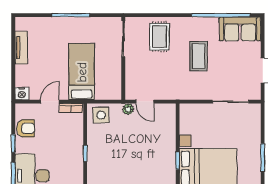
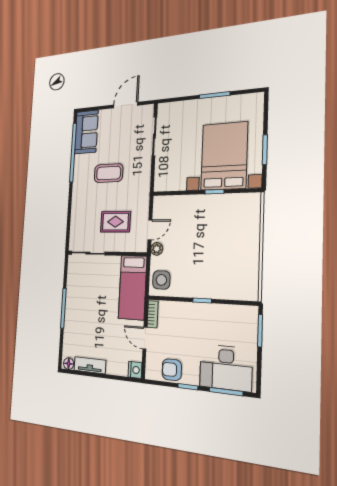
floor lamp: (20, 25) -> (69, 364), added
rug: (160, 37) -> (115, 222), moved
bed: (82, 72) -> (133, 287), moved, turned -90
armchair: (26, 128) -> (172, 370), turned -91

